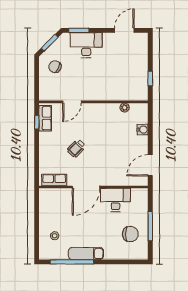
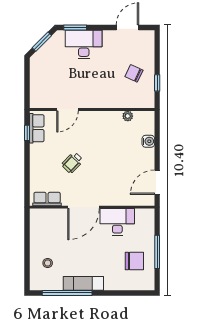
chair: (55, 67) -> (134, 73), moved

